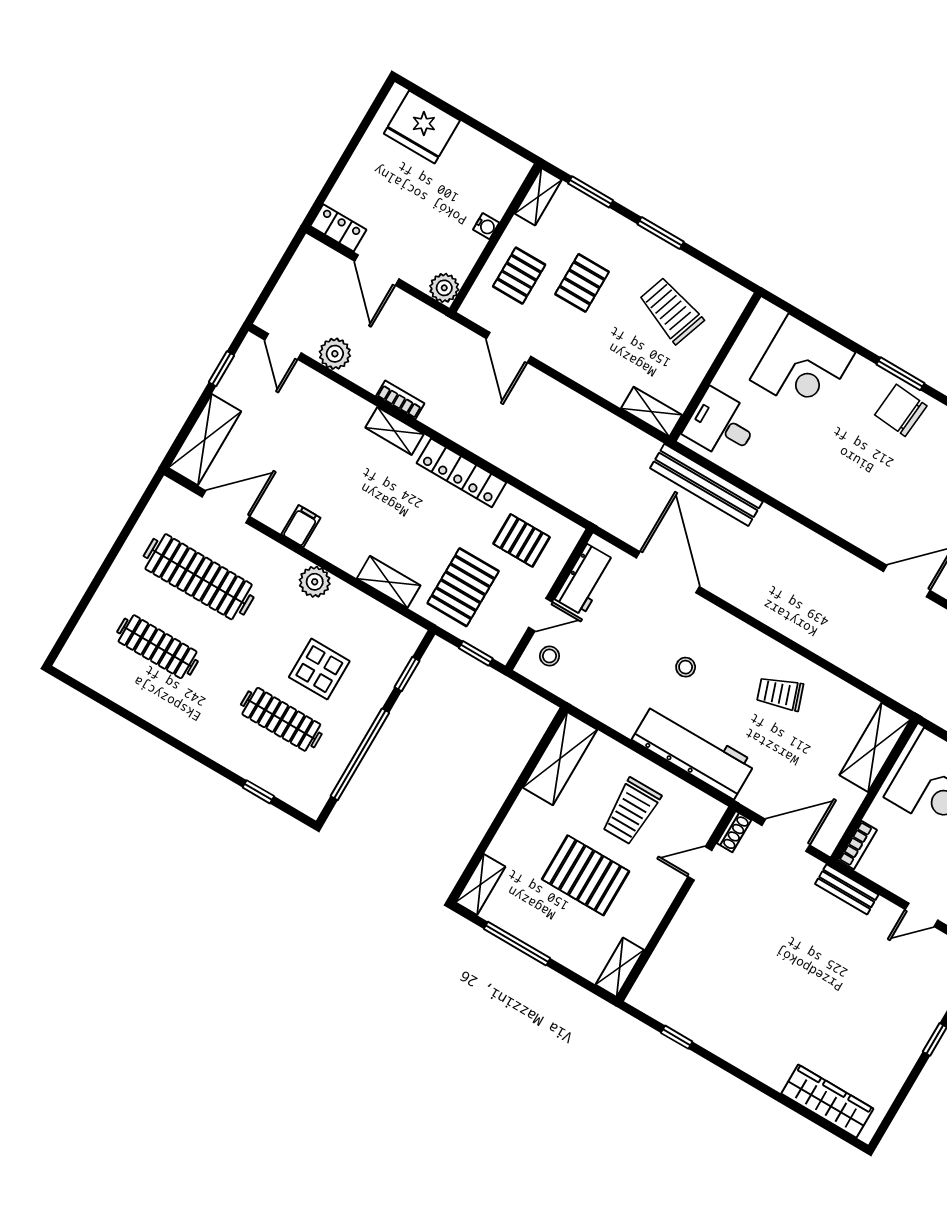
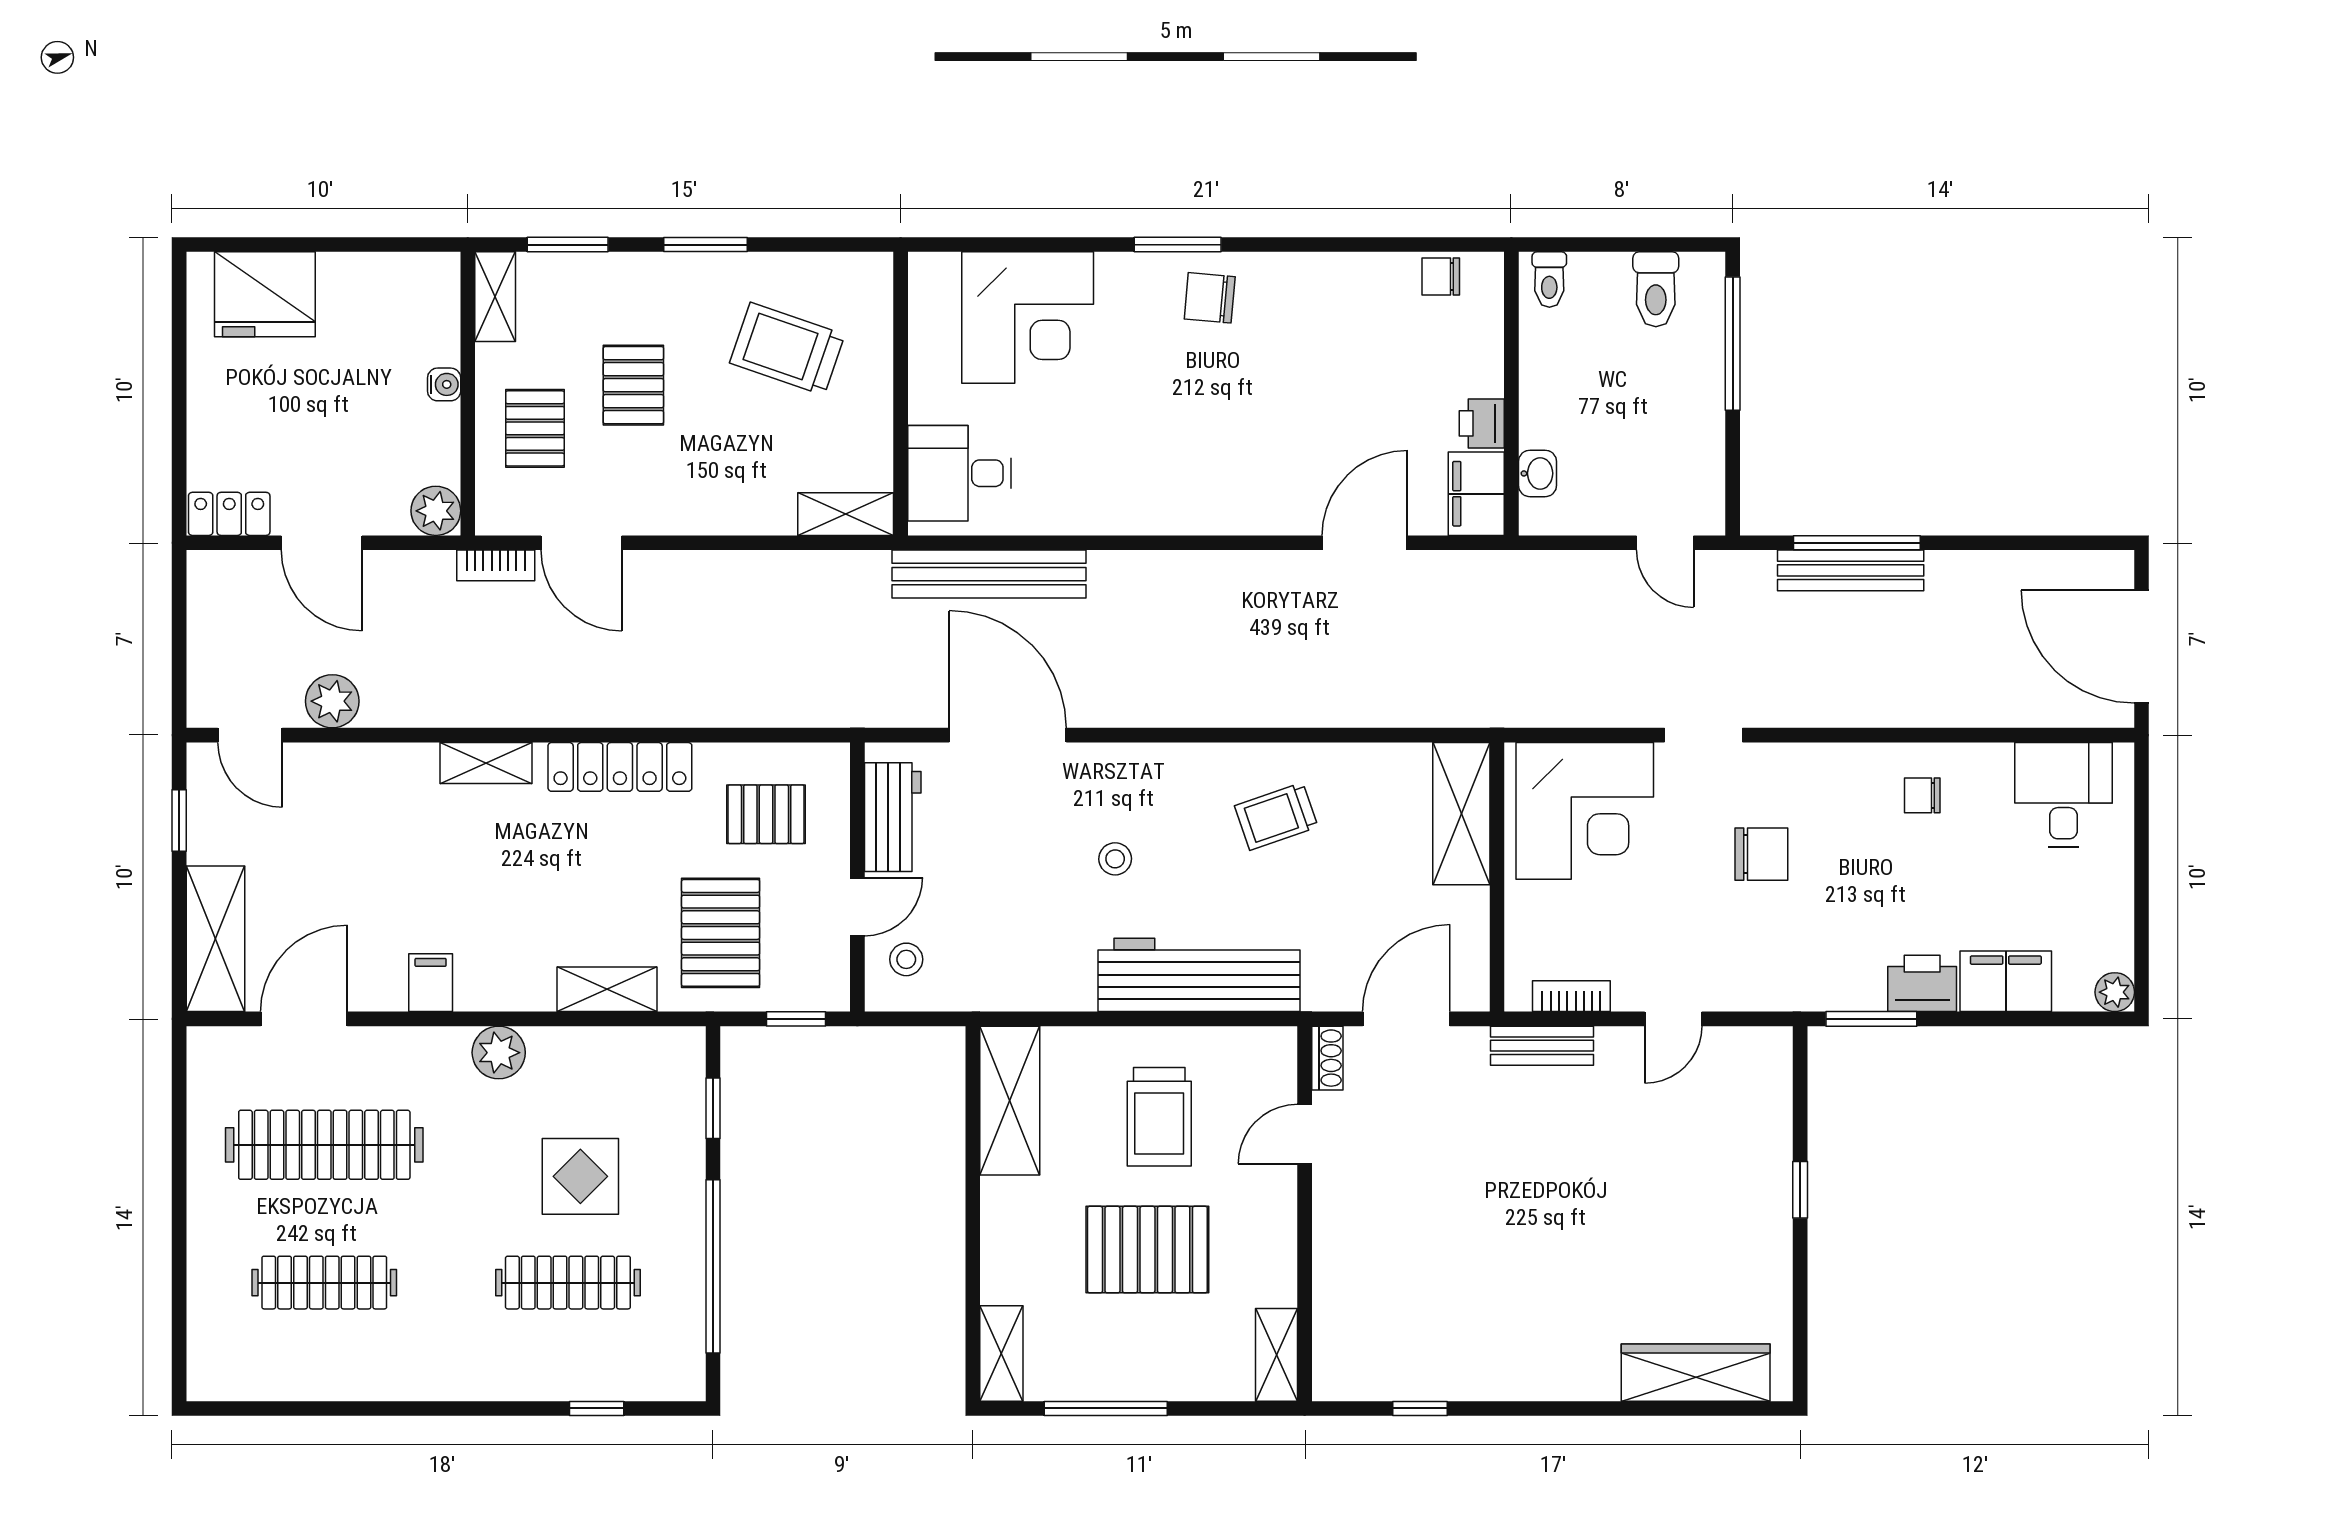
bookcase: (400, 400) -> (496, 565), moved, turned 180
chair: (901, 410) -> (1210, 298), width x0.73, depth x0.73
bookcase: (858, 845) -> (1571, 996), moved, turned -90

